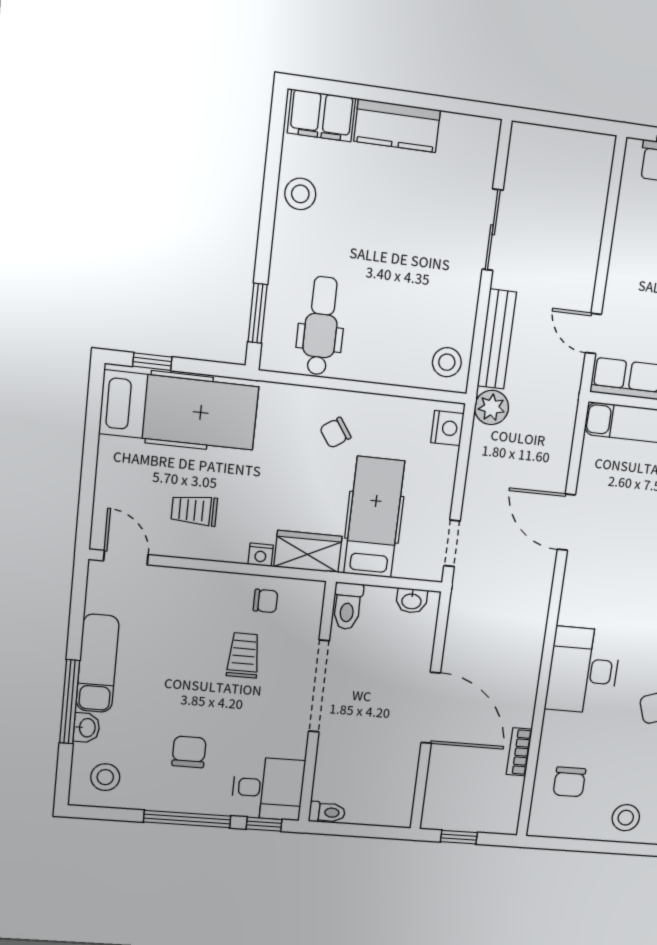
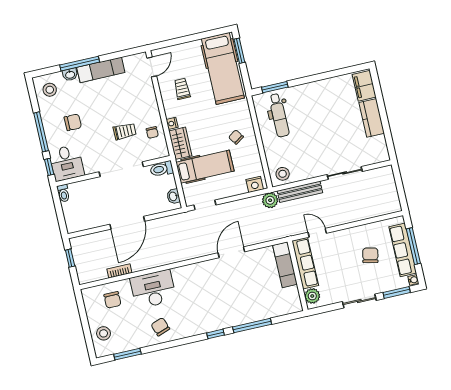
stool: (300, 194) -> (330, 88), removed
dental chair: (321, 326) -> (279, 115), turned 90
door: (593, 334) -> (317, 233), hinge flipped
window: (152, 362) -> (239, 51), width x1.50
desk: (583, 670) -> (153, 289), moved
chair: (569, 782) -> (112, 300), turned -90

